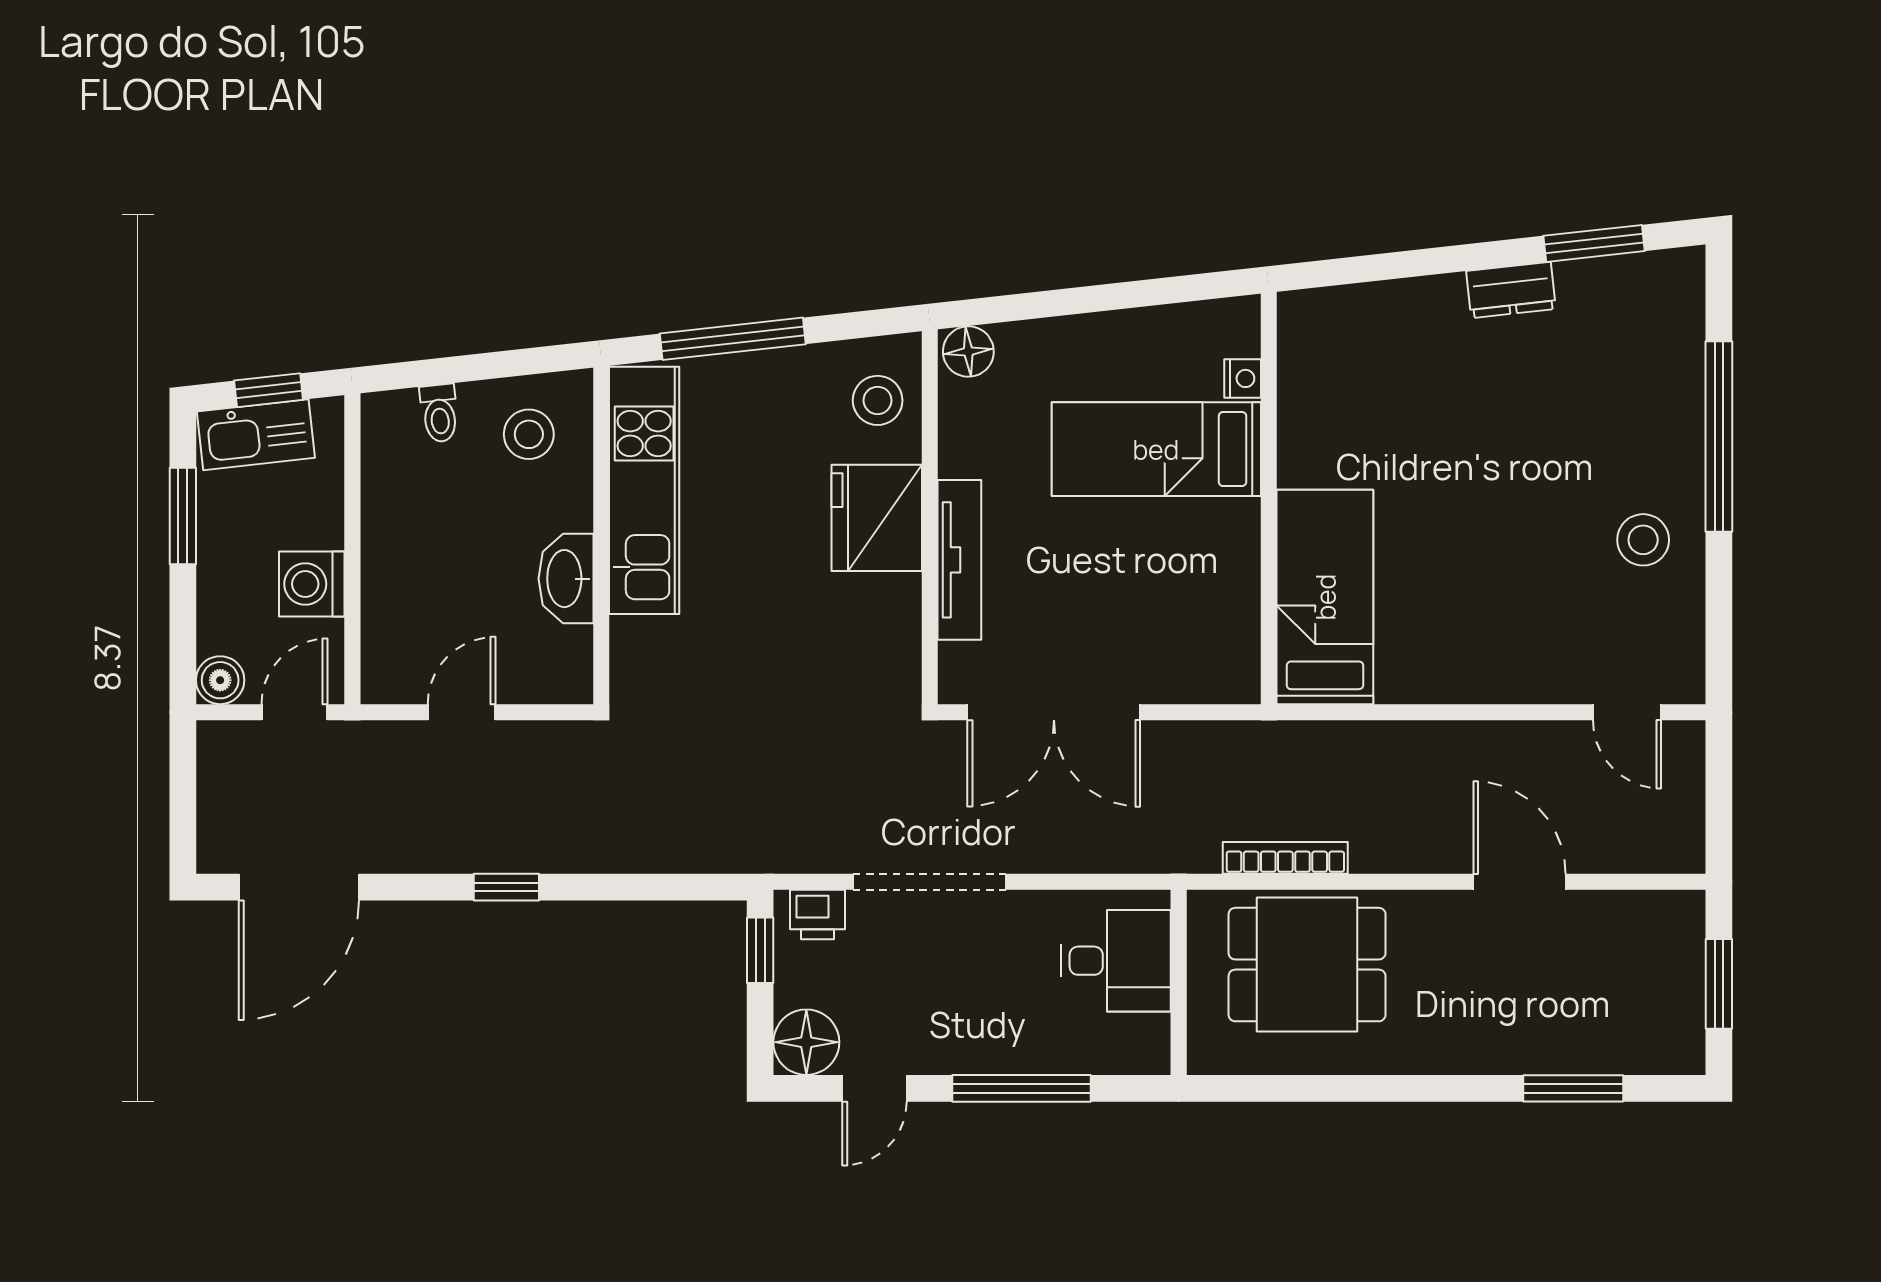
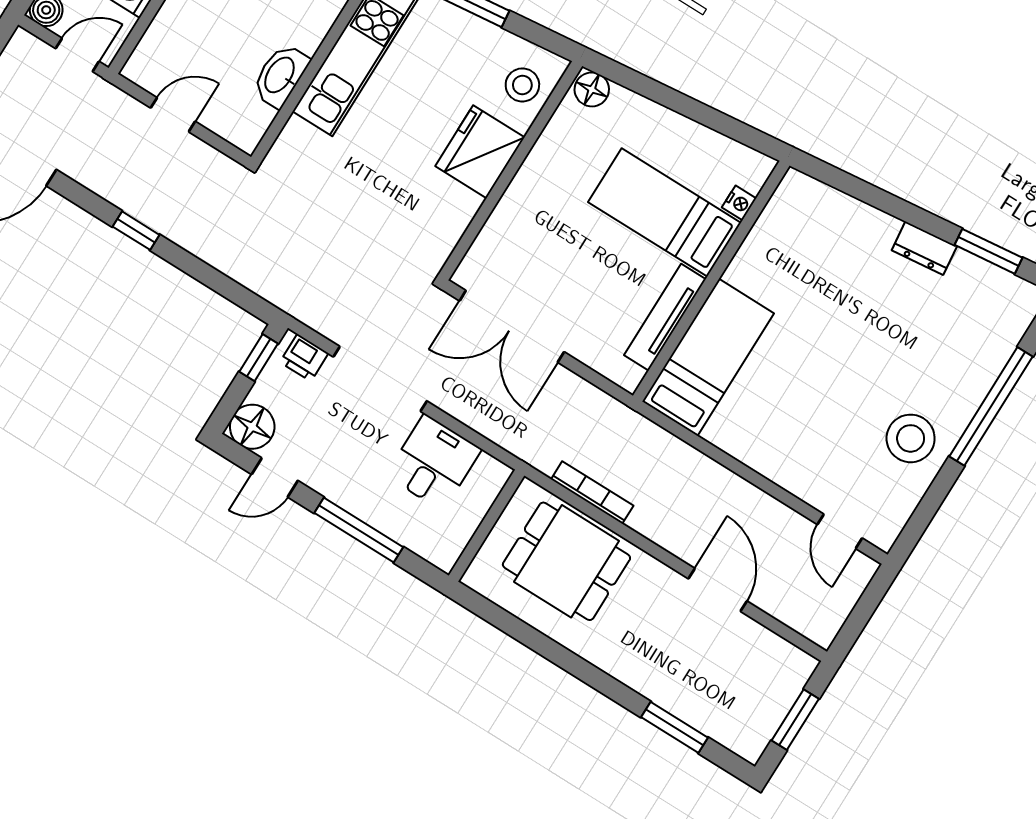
stool: (1643, 540) -> (911, 438), width x1.38, depth x1.38
tv unit: (959, 560) -> (665, 317), moved, turned 180
desk: (1116, 961) -> (434, 462), moved, turned -90

